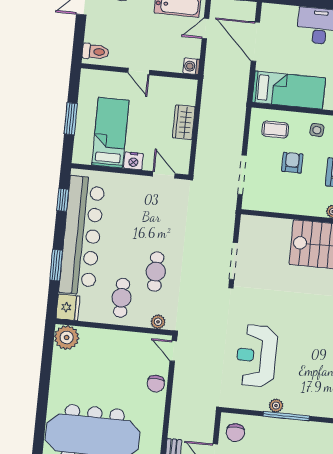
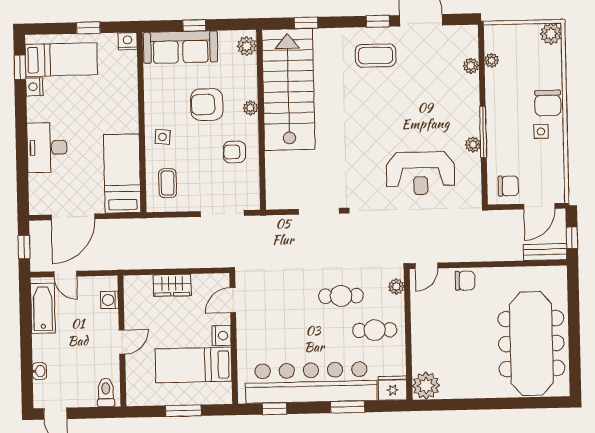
washing machine: (191, 66) -> (109, 300), moved, turned 90
armchair: (292, 163) -> (234, 152), moved

